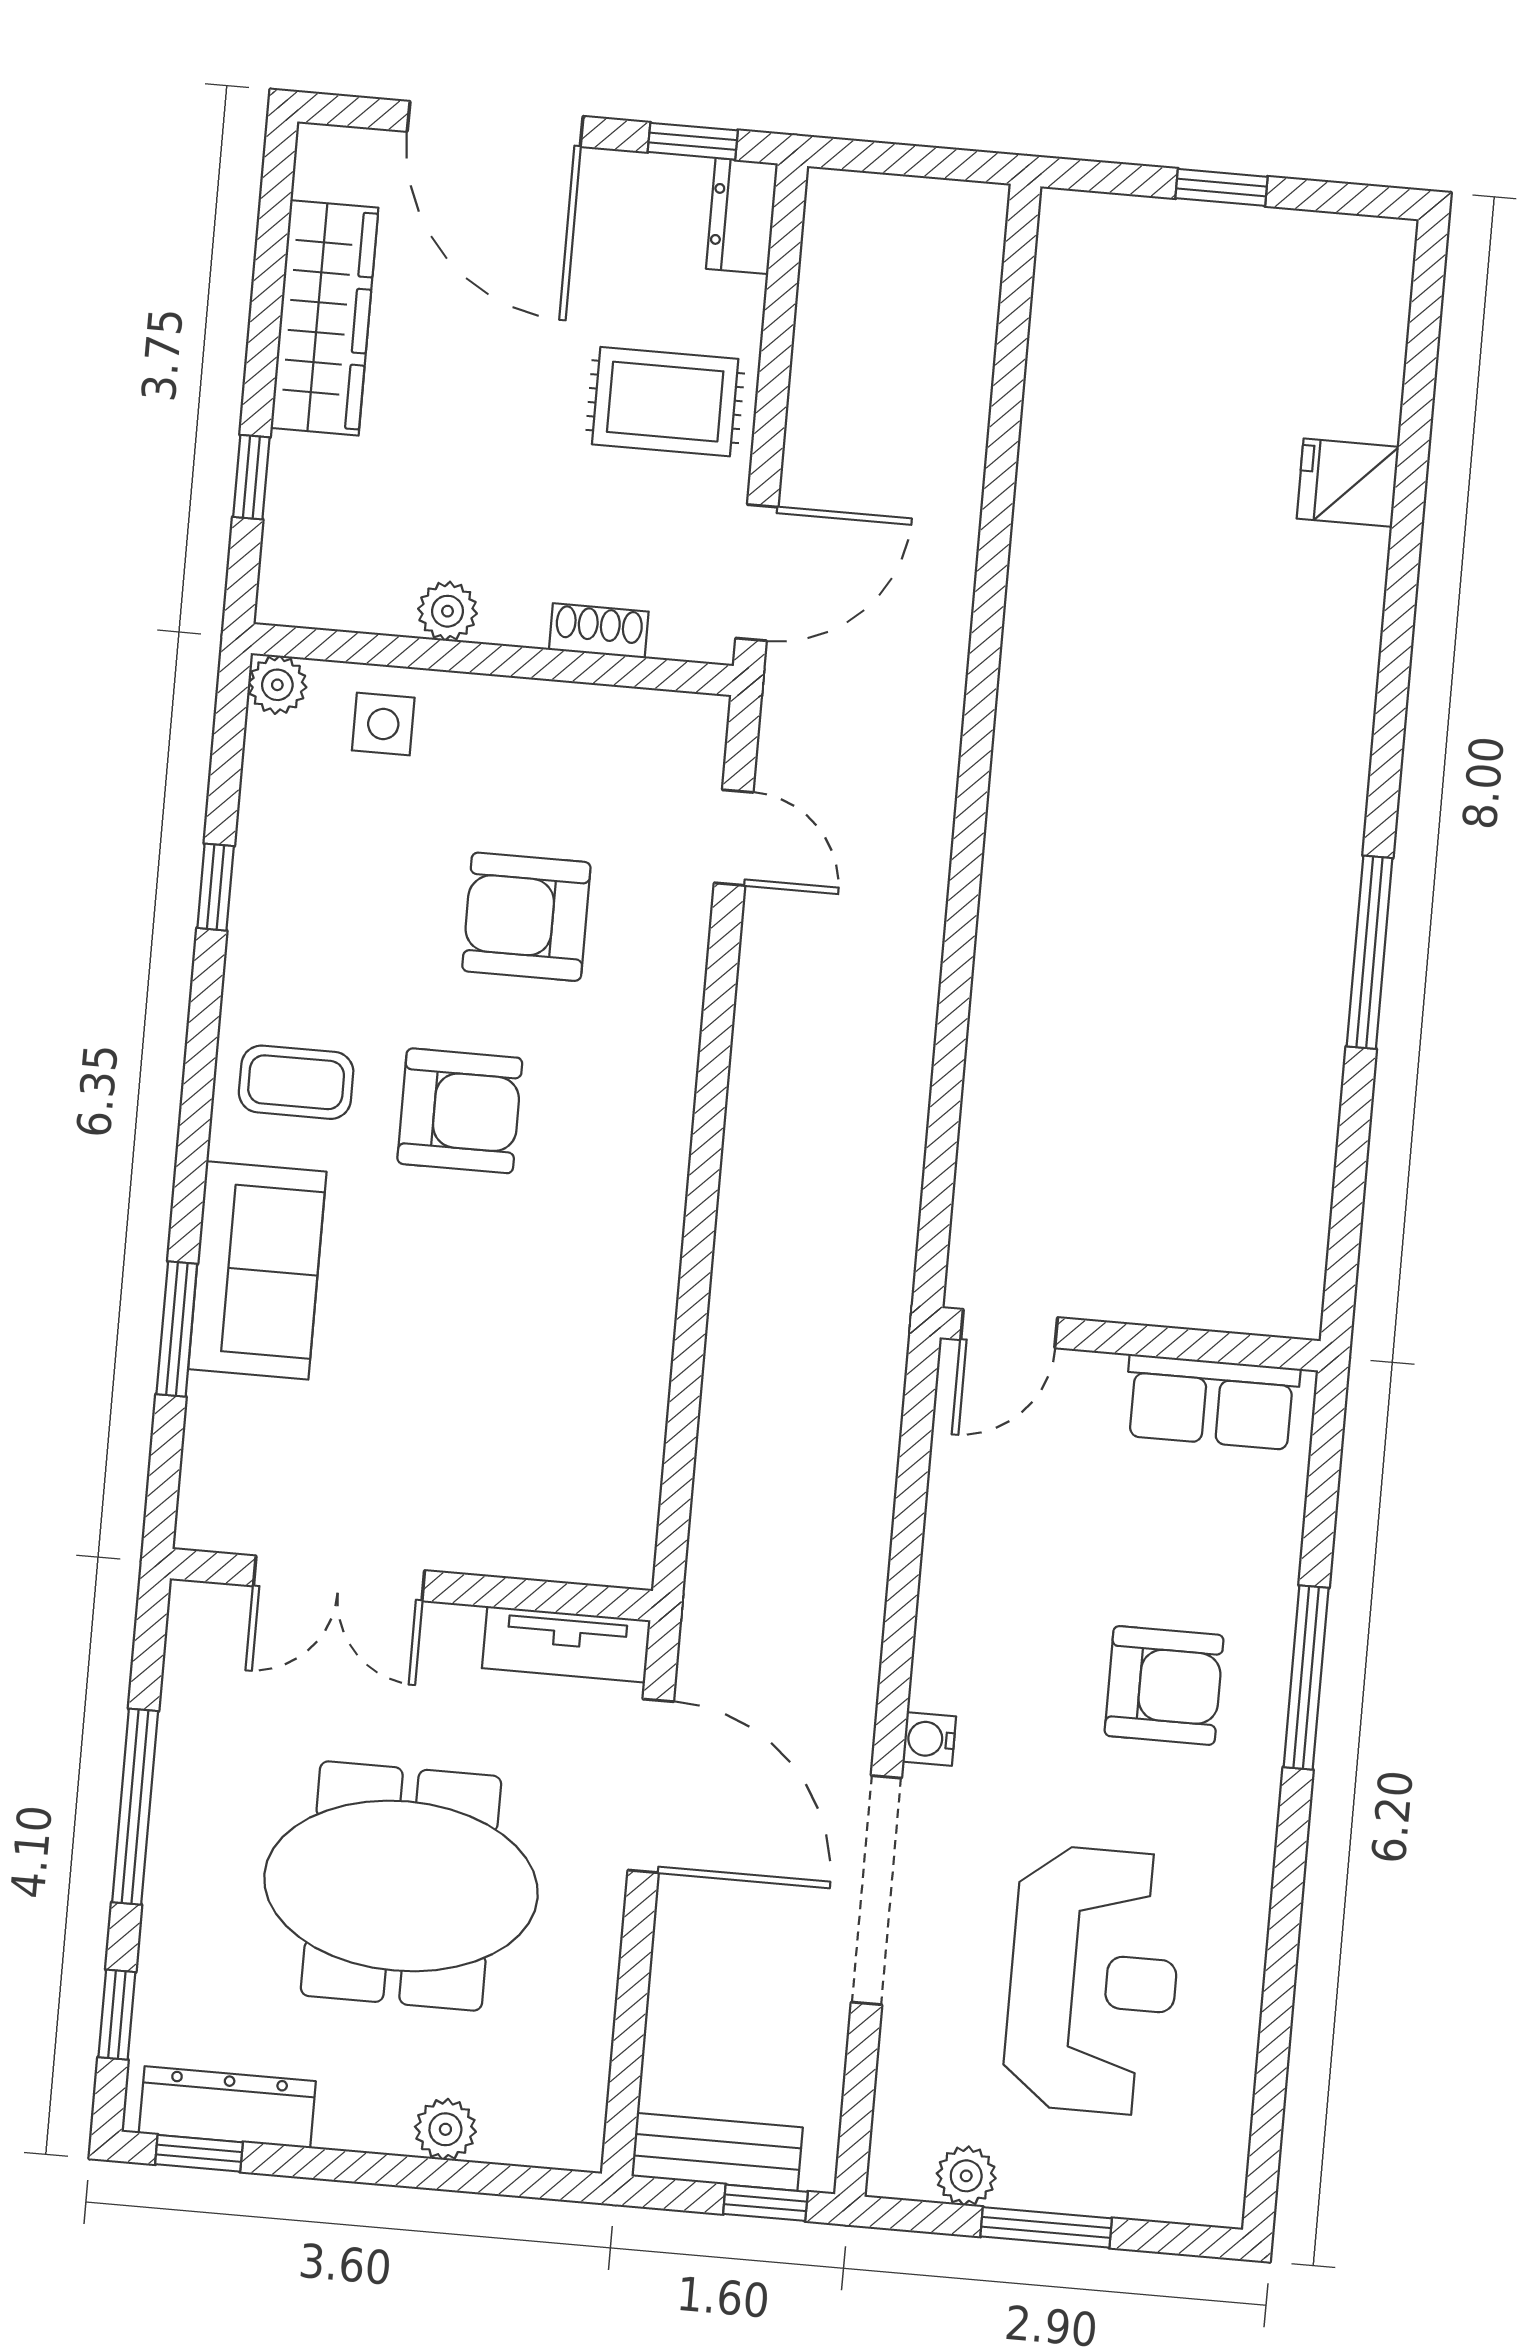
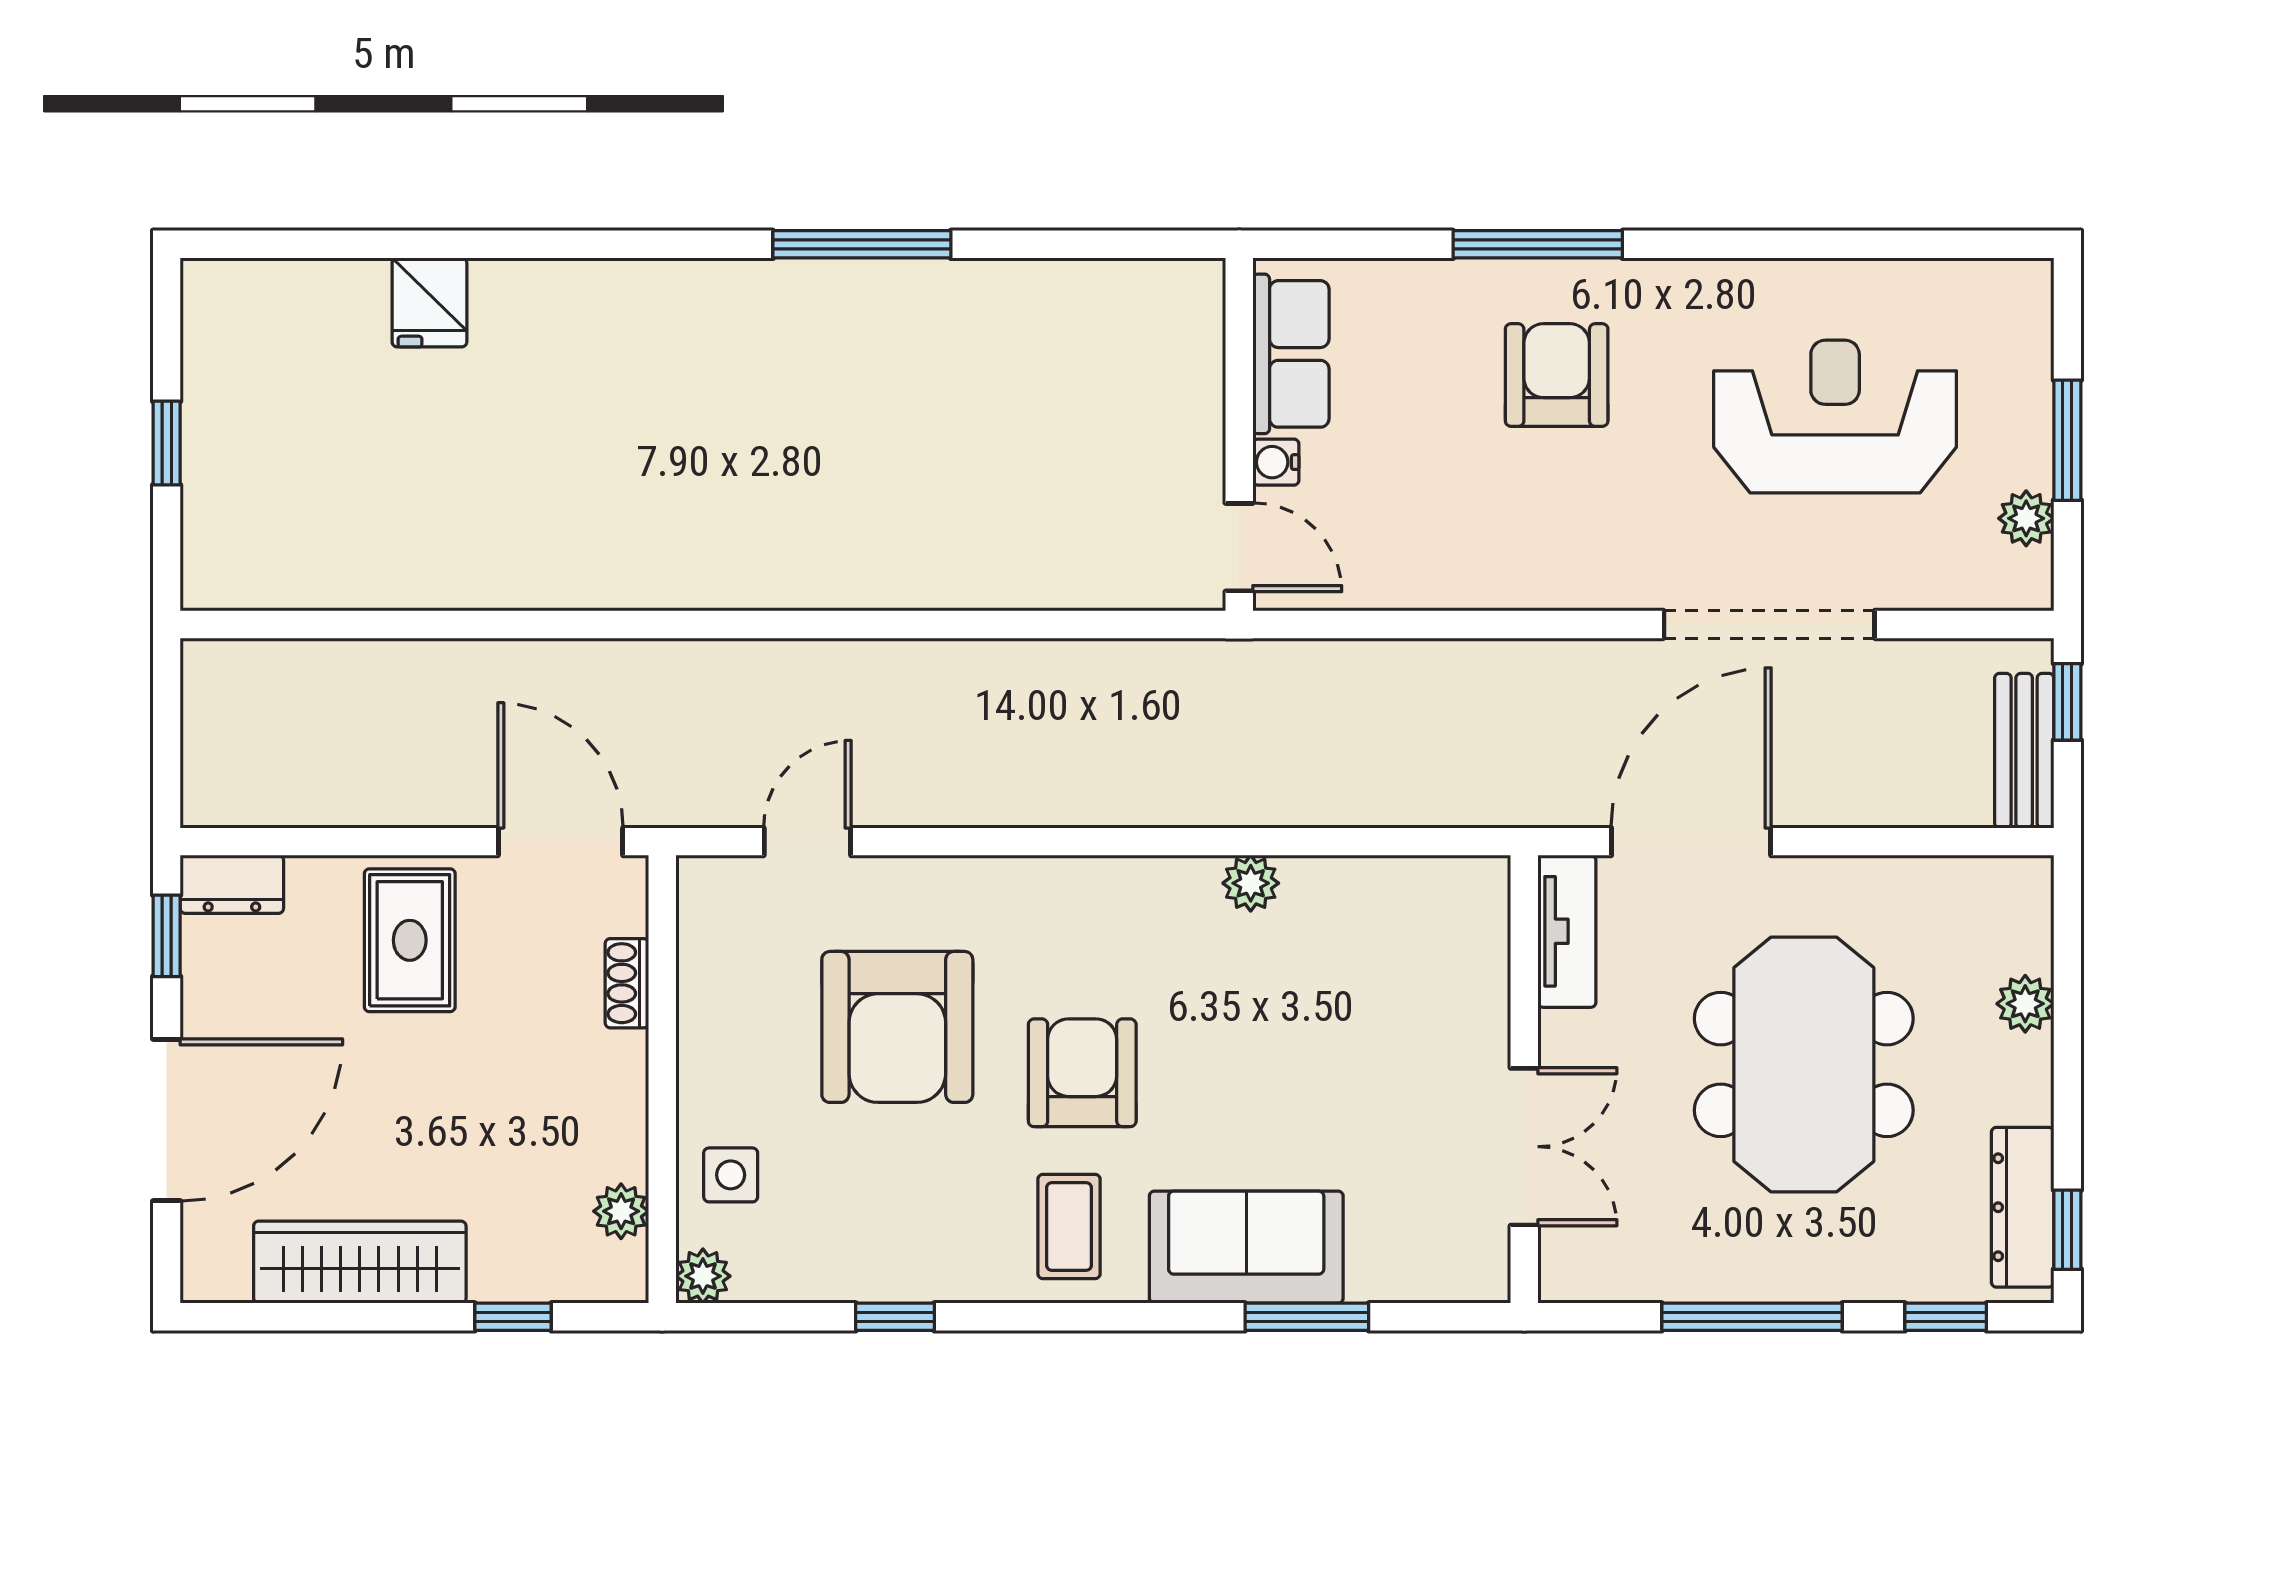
plant: (448, 611) -> (621, 1211), moved
armchair: (526, 917) -> (897, 1027), width x1.36, depth x1.36
plant: (647, 1309) -> (1251, 883), added
water cooler: (929, 1739) -> (1276, 462), moved, turned 90

